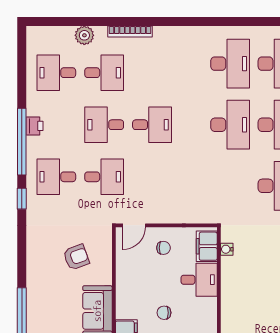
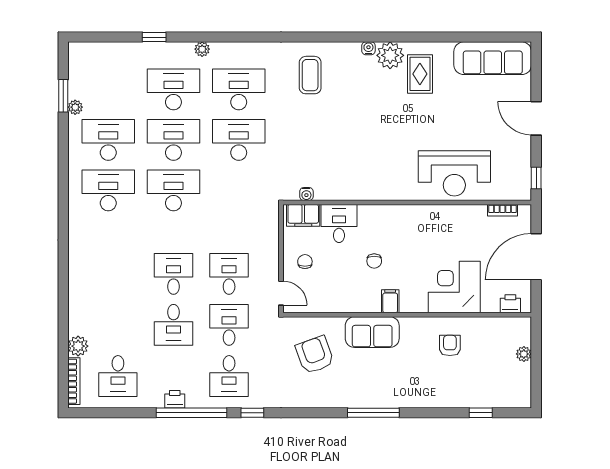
bookcase: (130, 31) -> (74, 381), moved
desk: (104, 73) -> (229, 274), moved
armchair: (76, 257) -> (315, 355), width x1.38, depth x1.38

